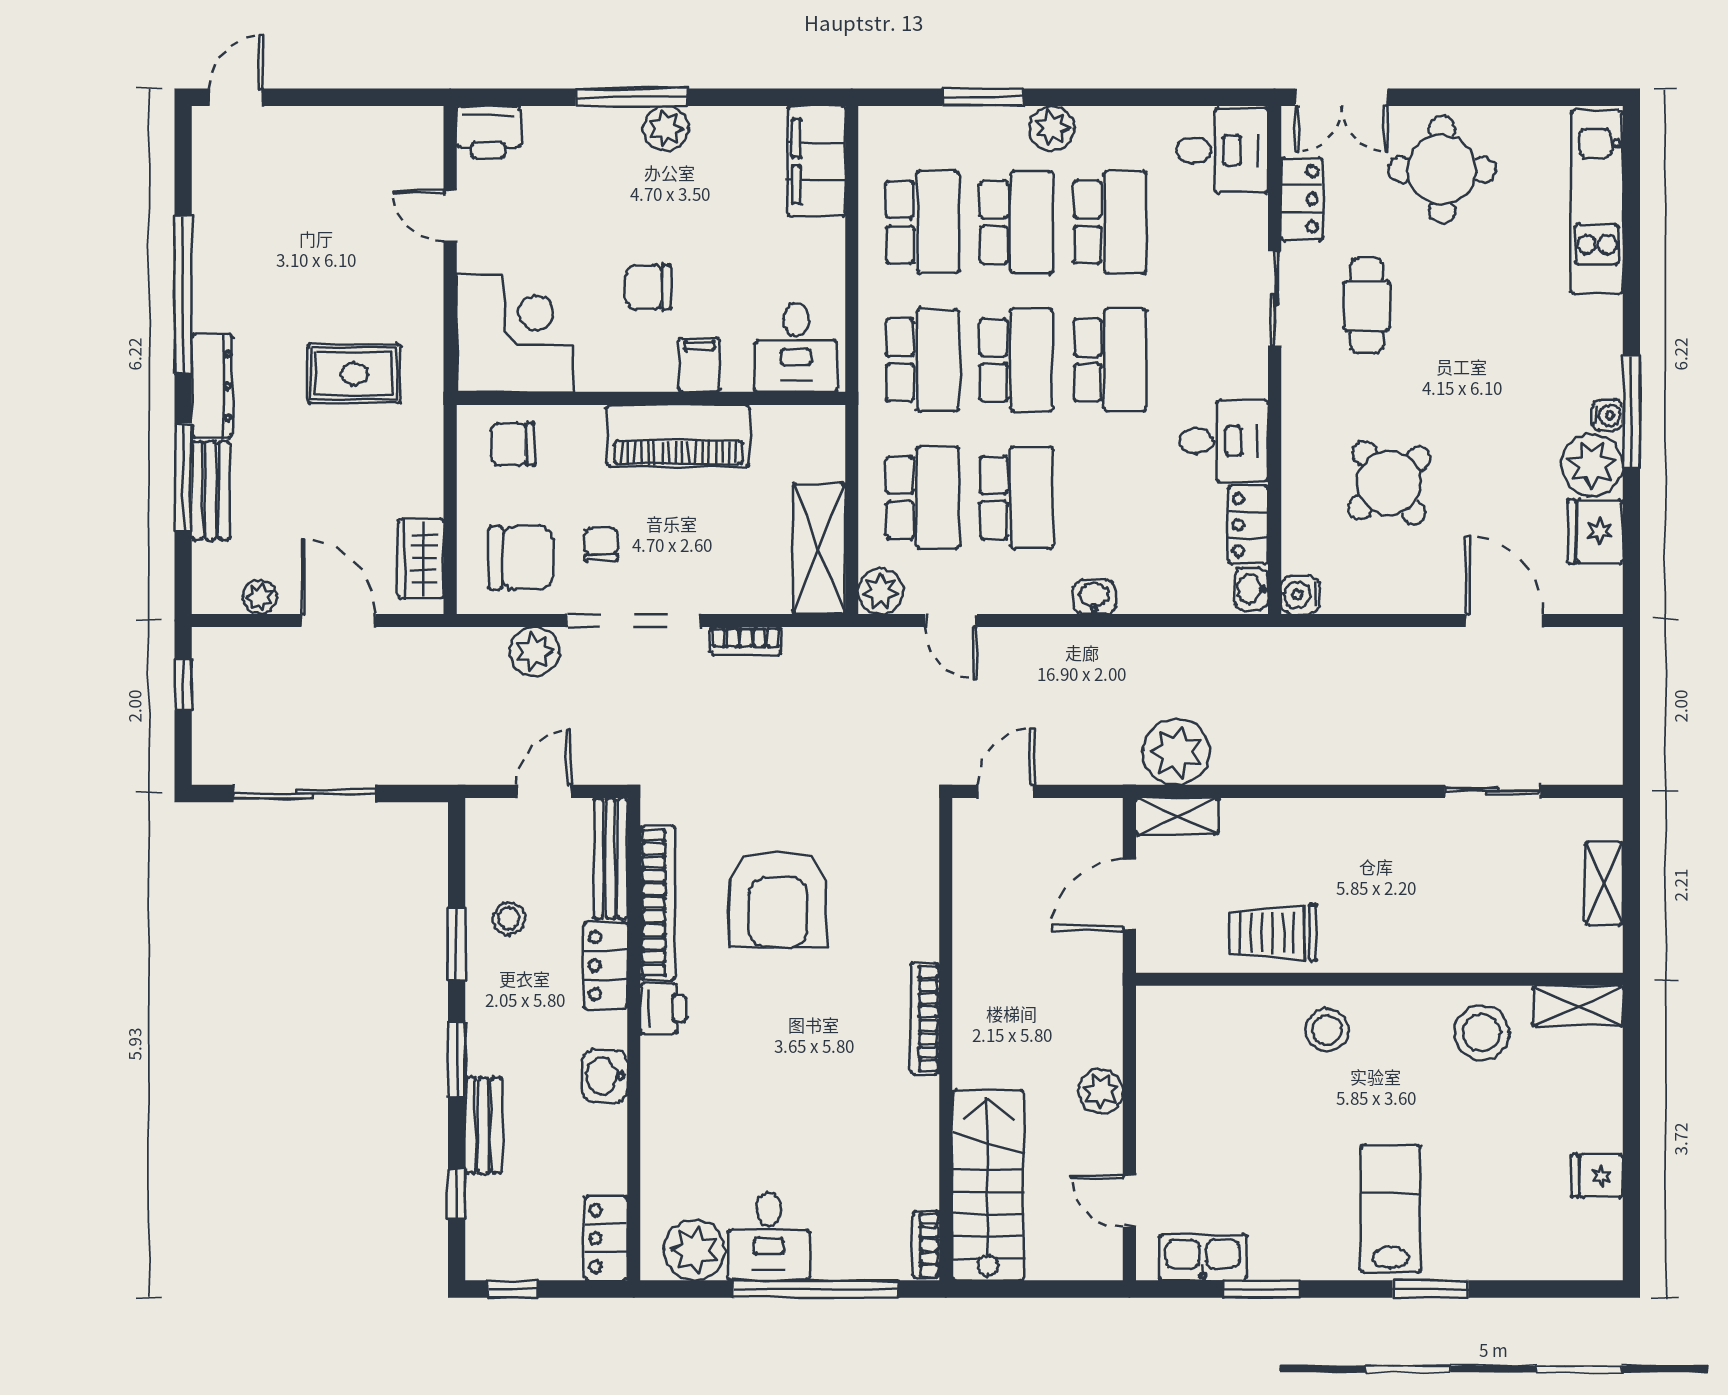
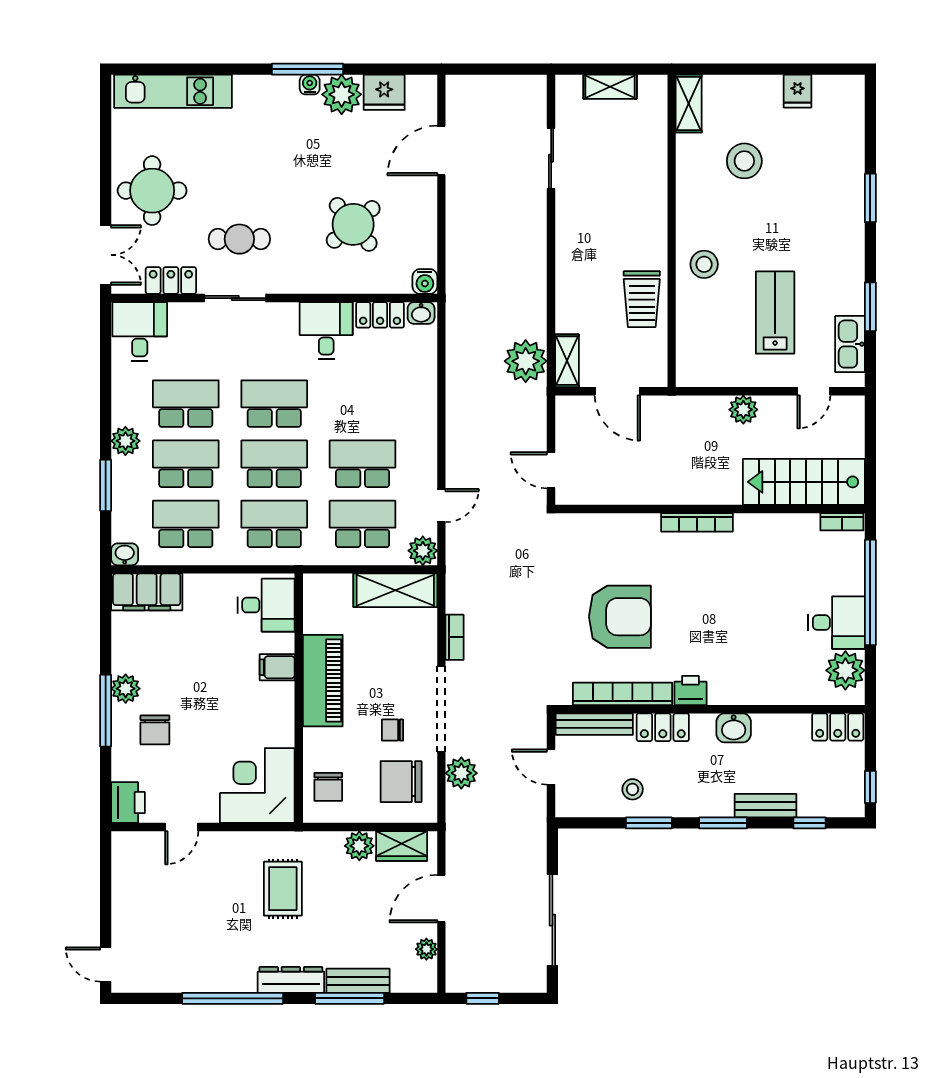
chair: (648, 287) -> (155, 730), moved
plant: (421, 493) -> (359, 846), added
chair: (521, 558) -> (401, 782), turned -90
washbasin: (1094, 597) -> (125, 554), moved, turned 90
stool: (1481, 1033) -> (744, 161), moved
lab bench: (1390, 1209) -> (775, 313), moved, turned 90

